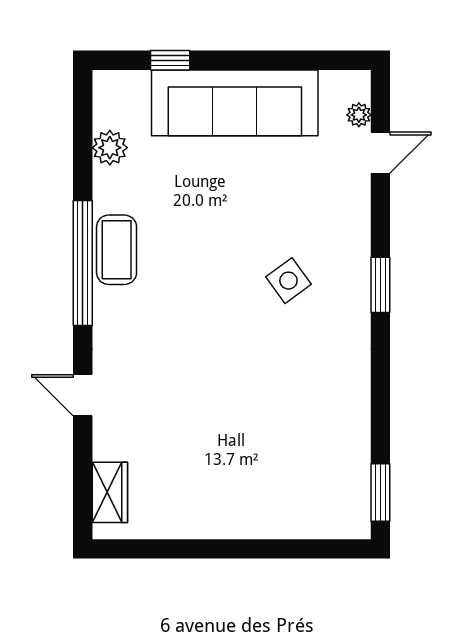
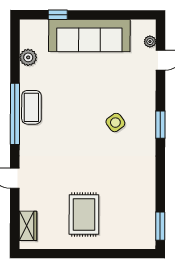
rug: (224, 469) -> (84, 215), added

